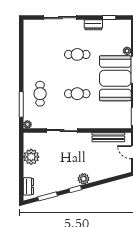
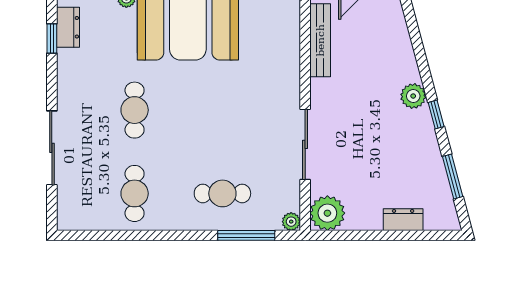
dresser: (93, 25) -> (68, 27), moved
cafe table: (77, 94) -> (135, 193), moved
plant: (31, 157) -> (327, 213), moved
dresser: (28, 186) -> (403, 220), moved

